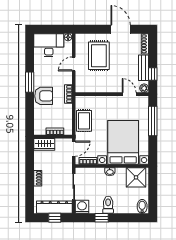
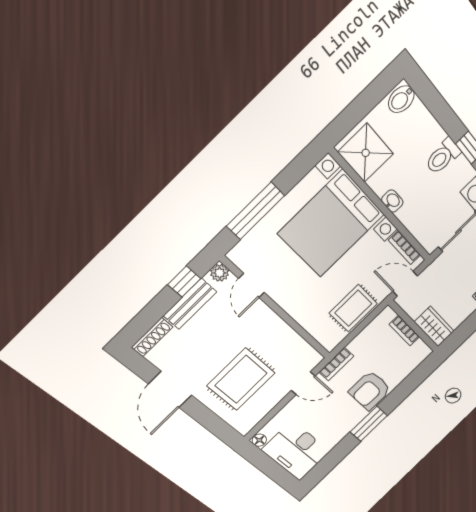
door: (74, 64) -> (303, 383), moved
armchair: (44, 96) -> (370, 390), turned -90

